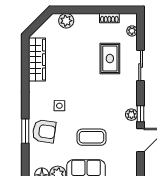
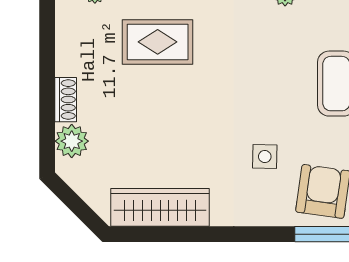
shoe rack: (109, 18) -> (66, 100), moved

